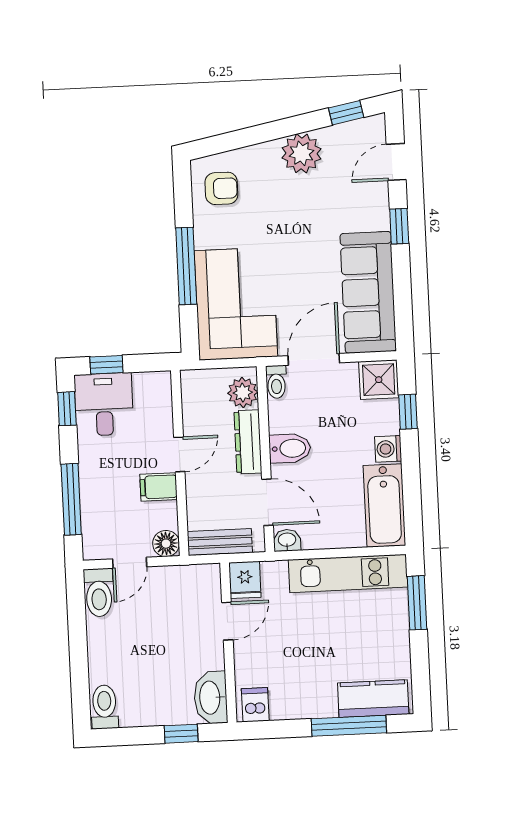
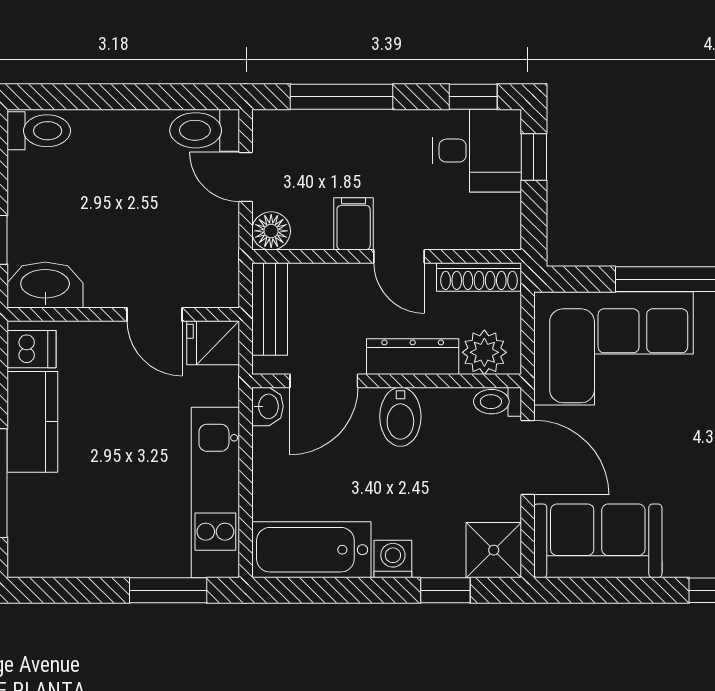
sofa: (368, 292) -> (598, 541), width x0.73
shoe rack: (191, 399) -> (479, 277), added
kitchen counter: (373, 699) -> (32, 422), moved

